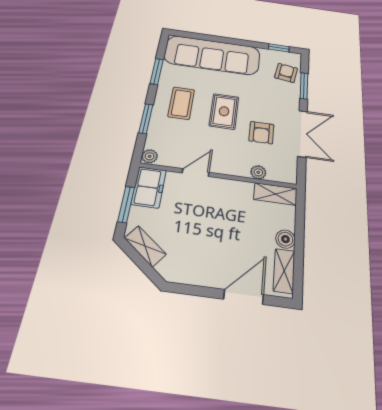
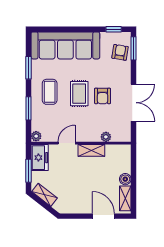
window: (304, 86) -> (134, 48), moved
armchair: (261, 133) -> (103, 96), moved
shelving: (275, 194) -> (91, 150), moved
door: (244, 297) -> (103, 216), hinge flipped

